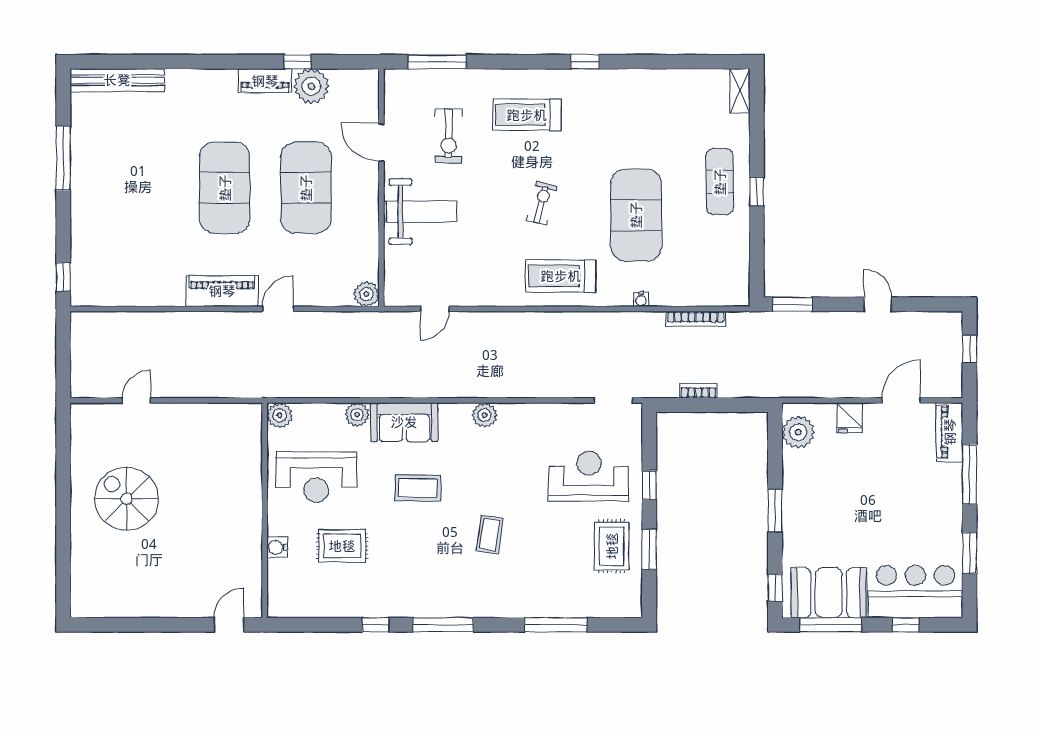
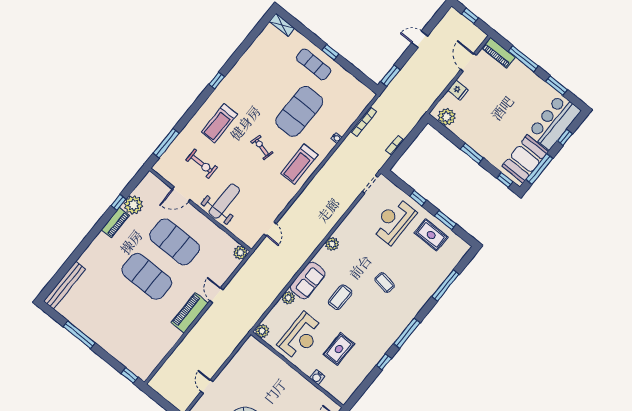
exercise mat: (636, 215) -> (299, 111), turned 90

